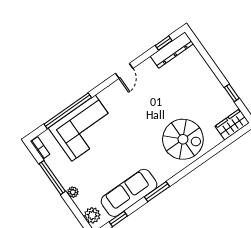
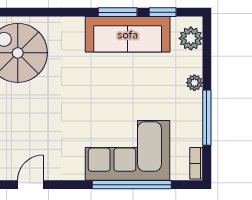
window: (157, 192) -> (118, 12), moved

